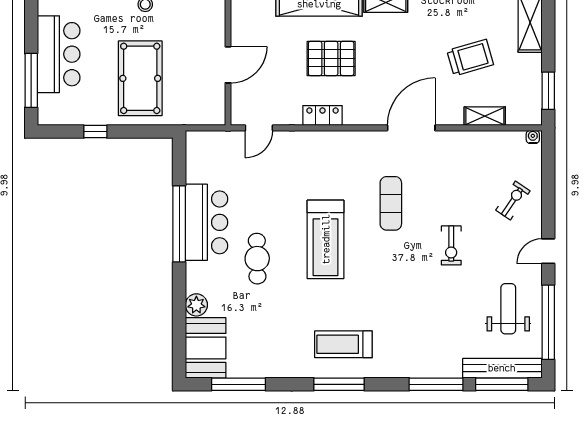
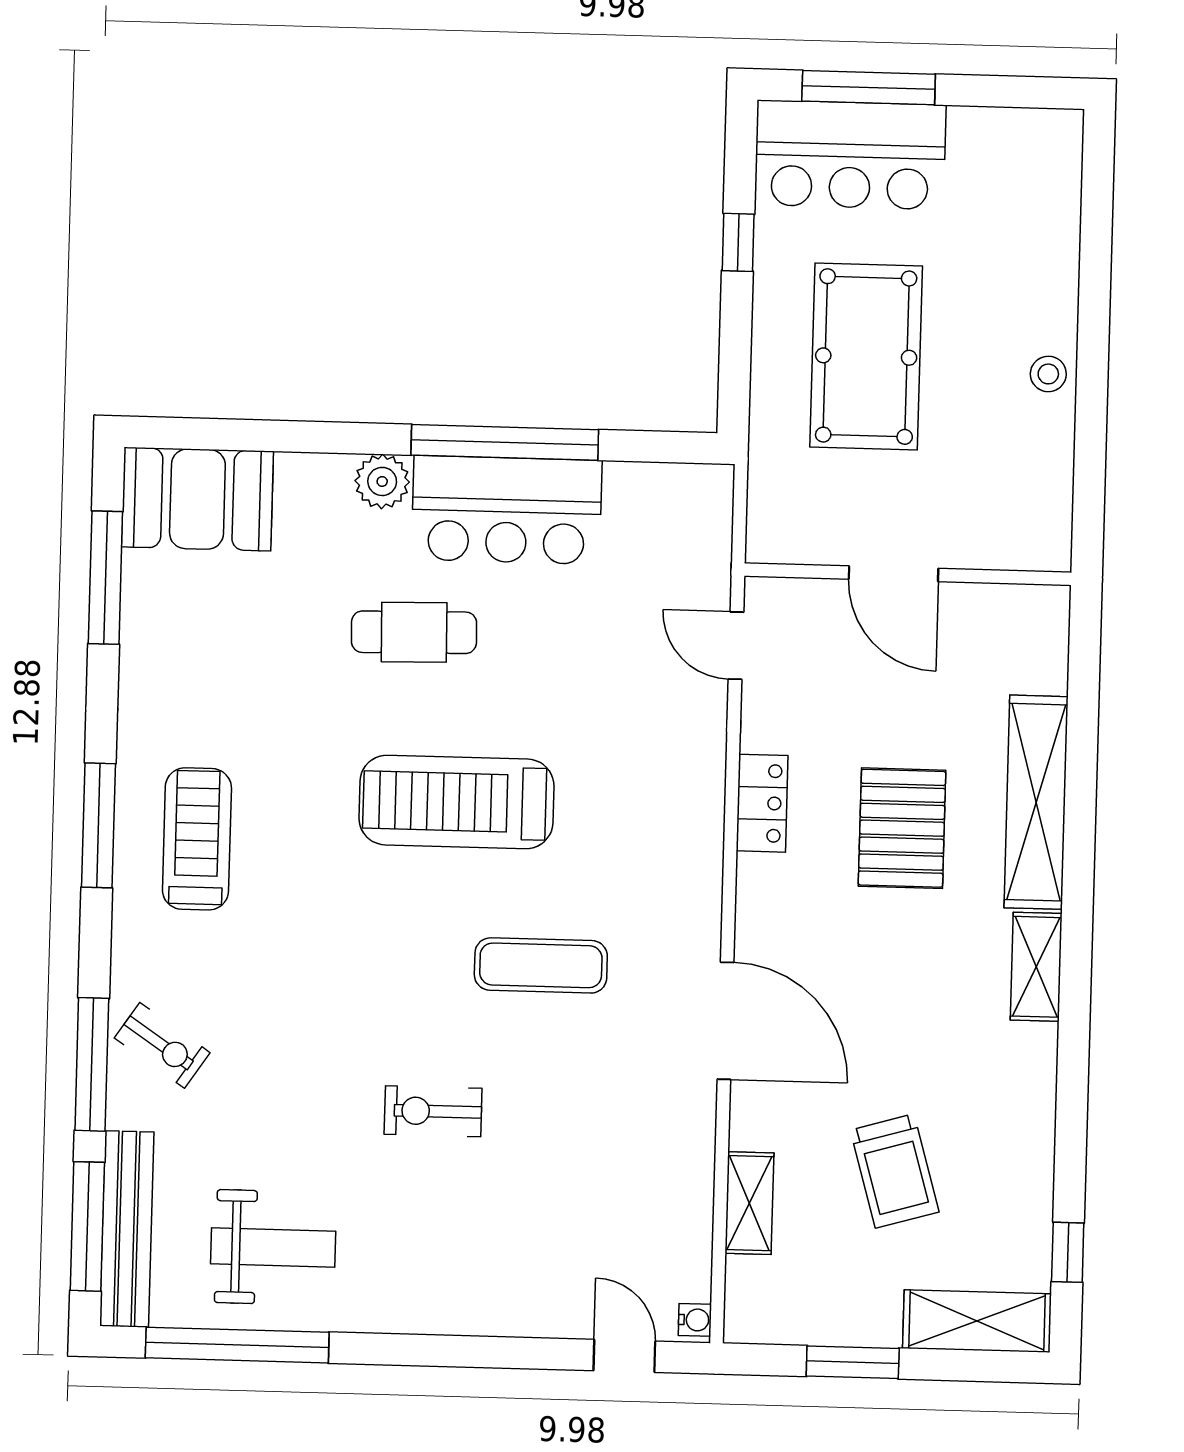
bar counter: (59, 54) -> (850, 155), moved
pool table: (140, 78) -> (866, 357), turned 90
window: (548, 91) -> (853, 1362), moved
exercise bike: (513, 201) -> (162, 1045), moved
door: (548, 251) -> (624, 1356), moved
plant: (196, 305) -> (382, 481), moved

